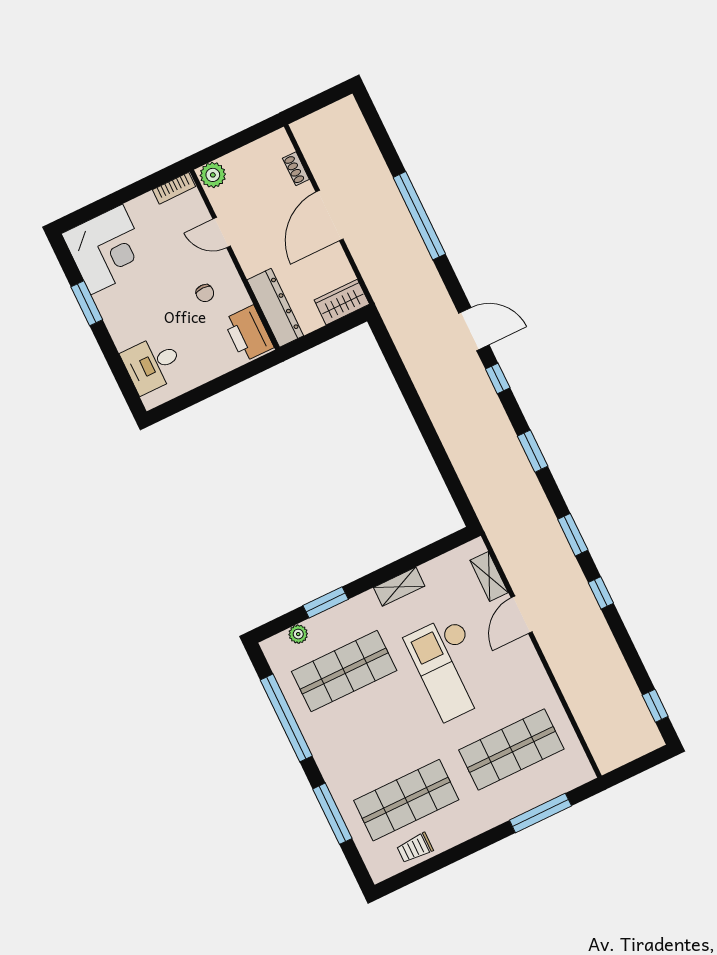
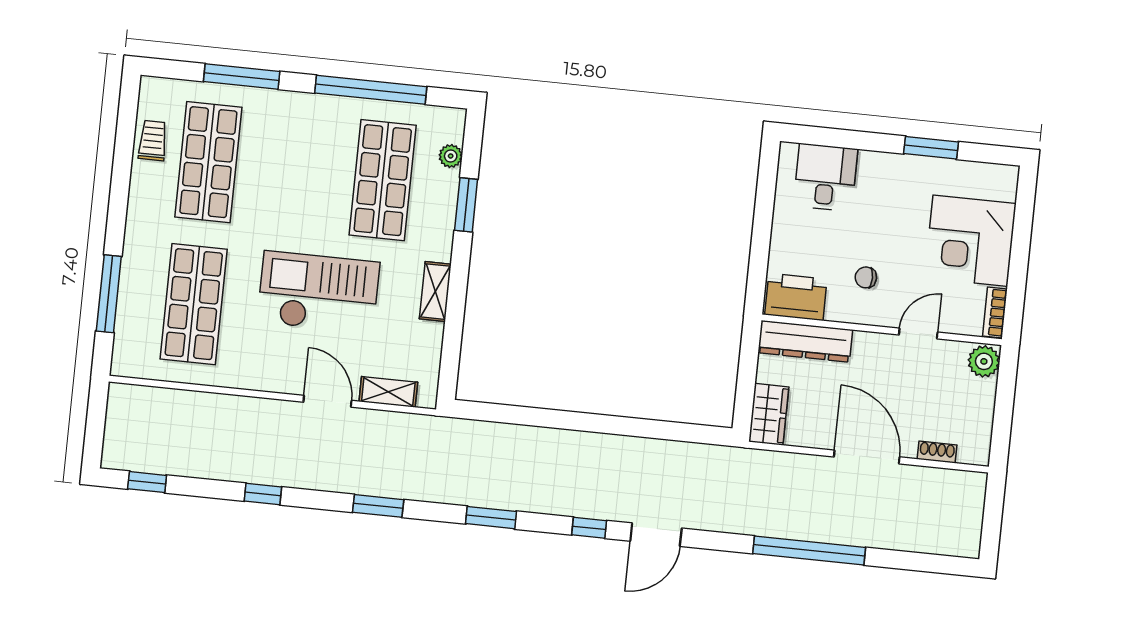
corner desk: (107, 250) -> (970, 241), moved
window: (601, 593) -> (263, 494), moved

